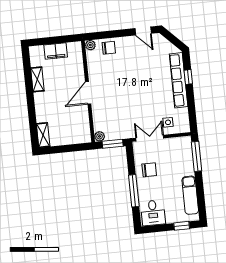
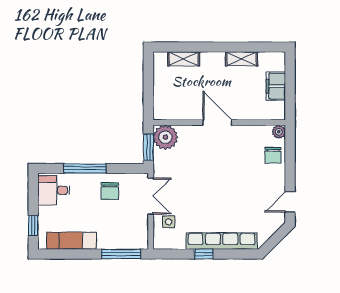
window: (188, 77) -> (204, 254), moved
shelving: (43, 135) -> (184, 59), moved
plant: (100, 136) -> (165, 137), width x1.88, depth x1.88

